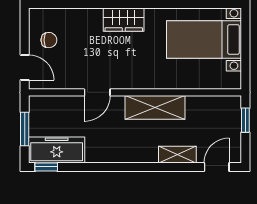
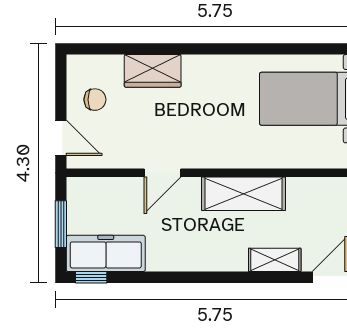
wardrobe: (124, 20) -> (153, 71), moved

